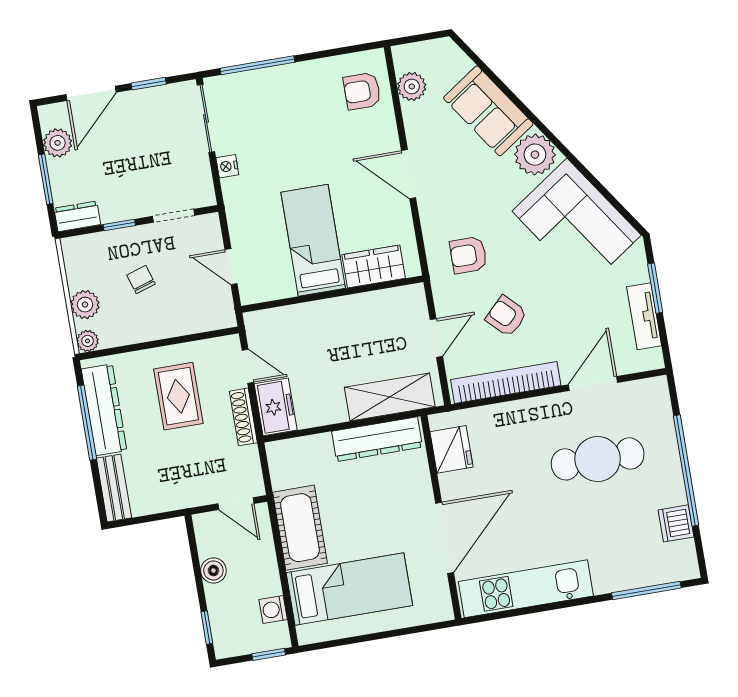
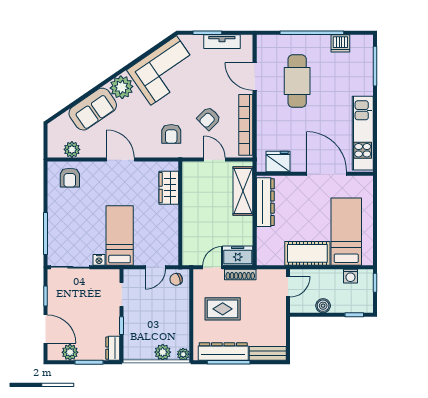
door: (409, 174) -> (120, 160), swing flipped
bed: (313, 240) -> (120, 235), moved, turned 90
chair: (141, 280) -> (176, 279), moved

